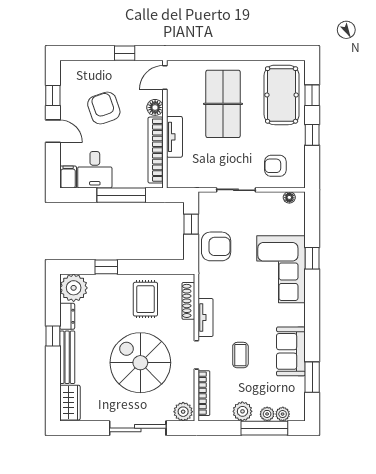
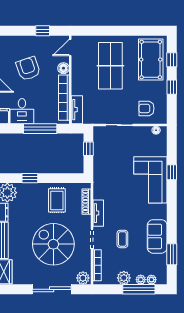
tv unit: (174, 137) -> (77, 110), moved
armchair: (216, 246) -> (106, 164), removed

